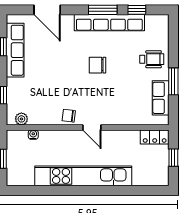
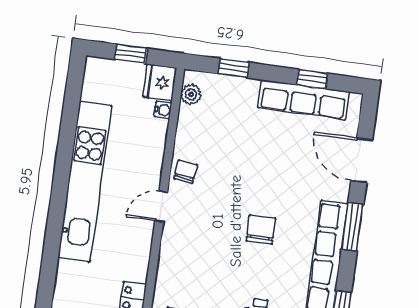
door: (47, 10) -> (362, 161), hinge flipped
window: (103, 10) -> (352, 227), moved
fridge: (17, 139) -> (160, 82), added

